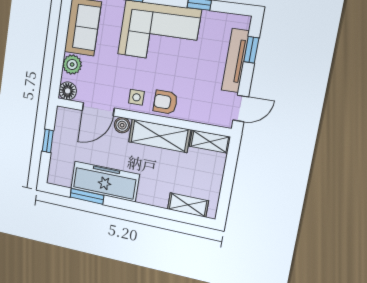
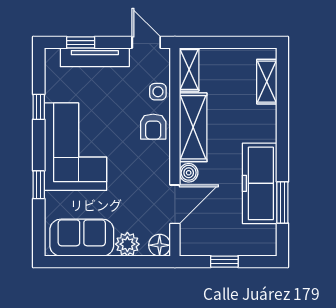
side table: (136, 97) -> (158, 92), moved
door: (98, 109) -> (175, 204), hinge flipped

